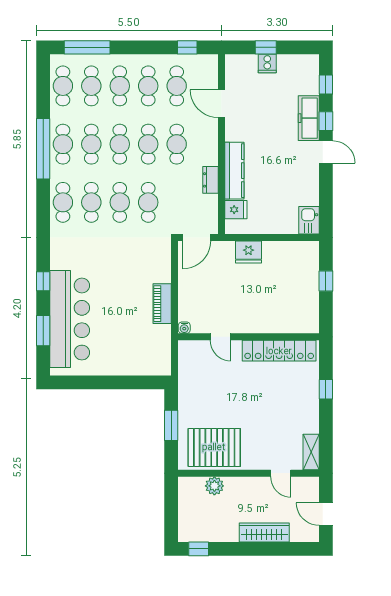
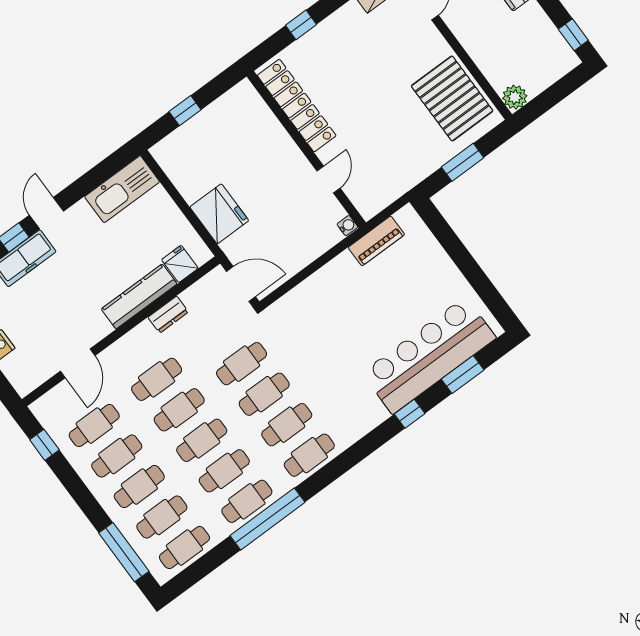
kitchen sink: (309, 220) -> (122, 189), width x1.88, depth x1.24
fridge: (248, 252) -> (219, 214), width x1.36, depth x1.34
piano: (162, 304) -> (376, 241), moved
plant: (214, 486) -> (515, 97), moved

